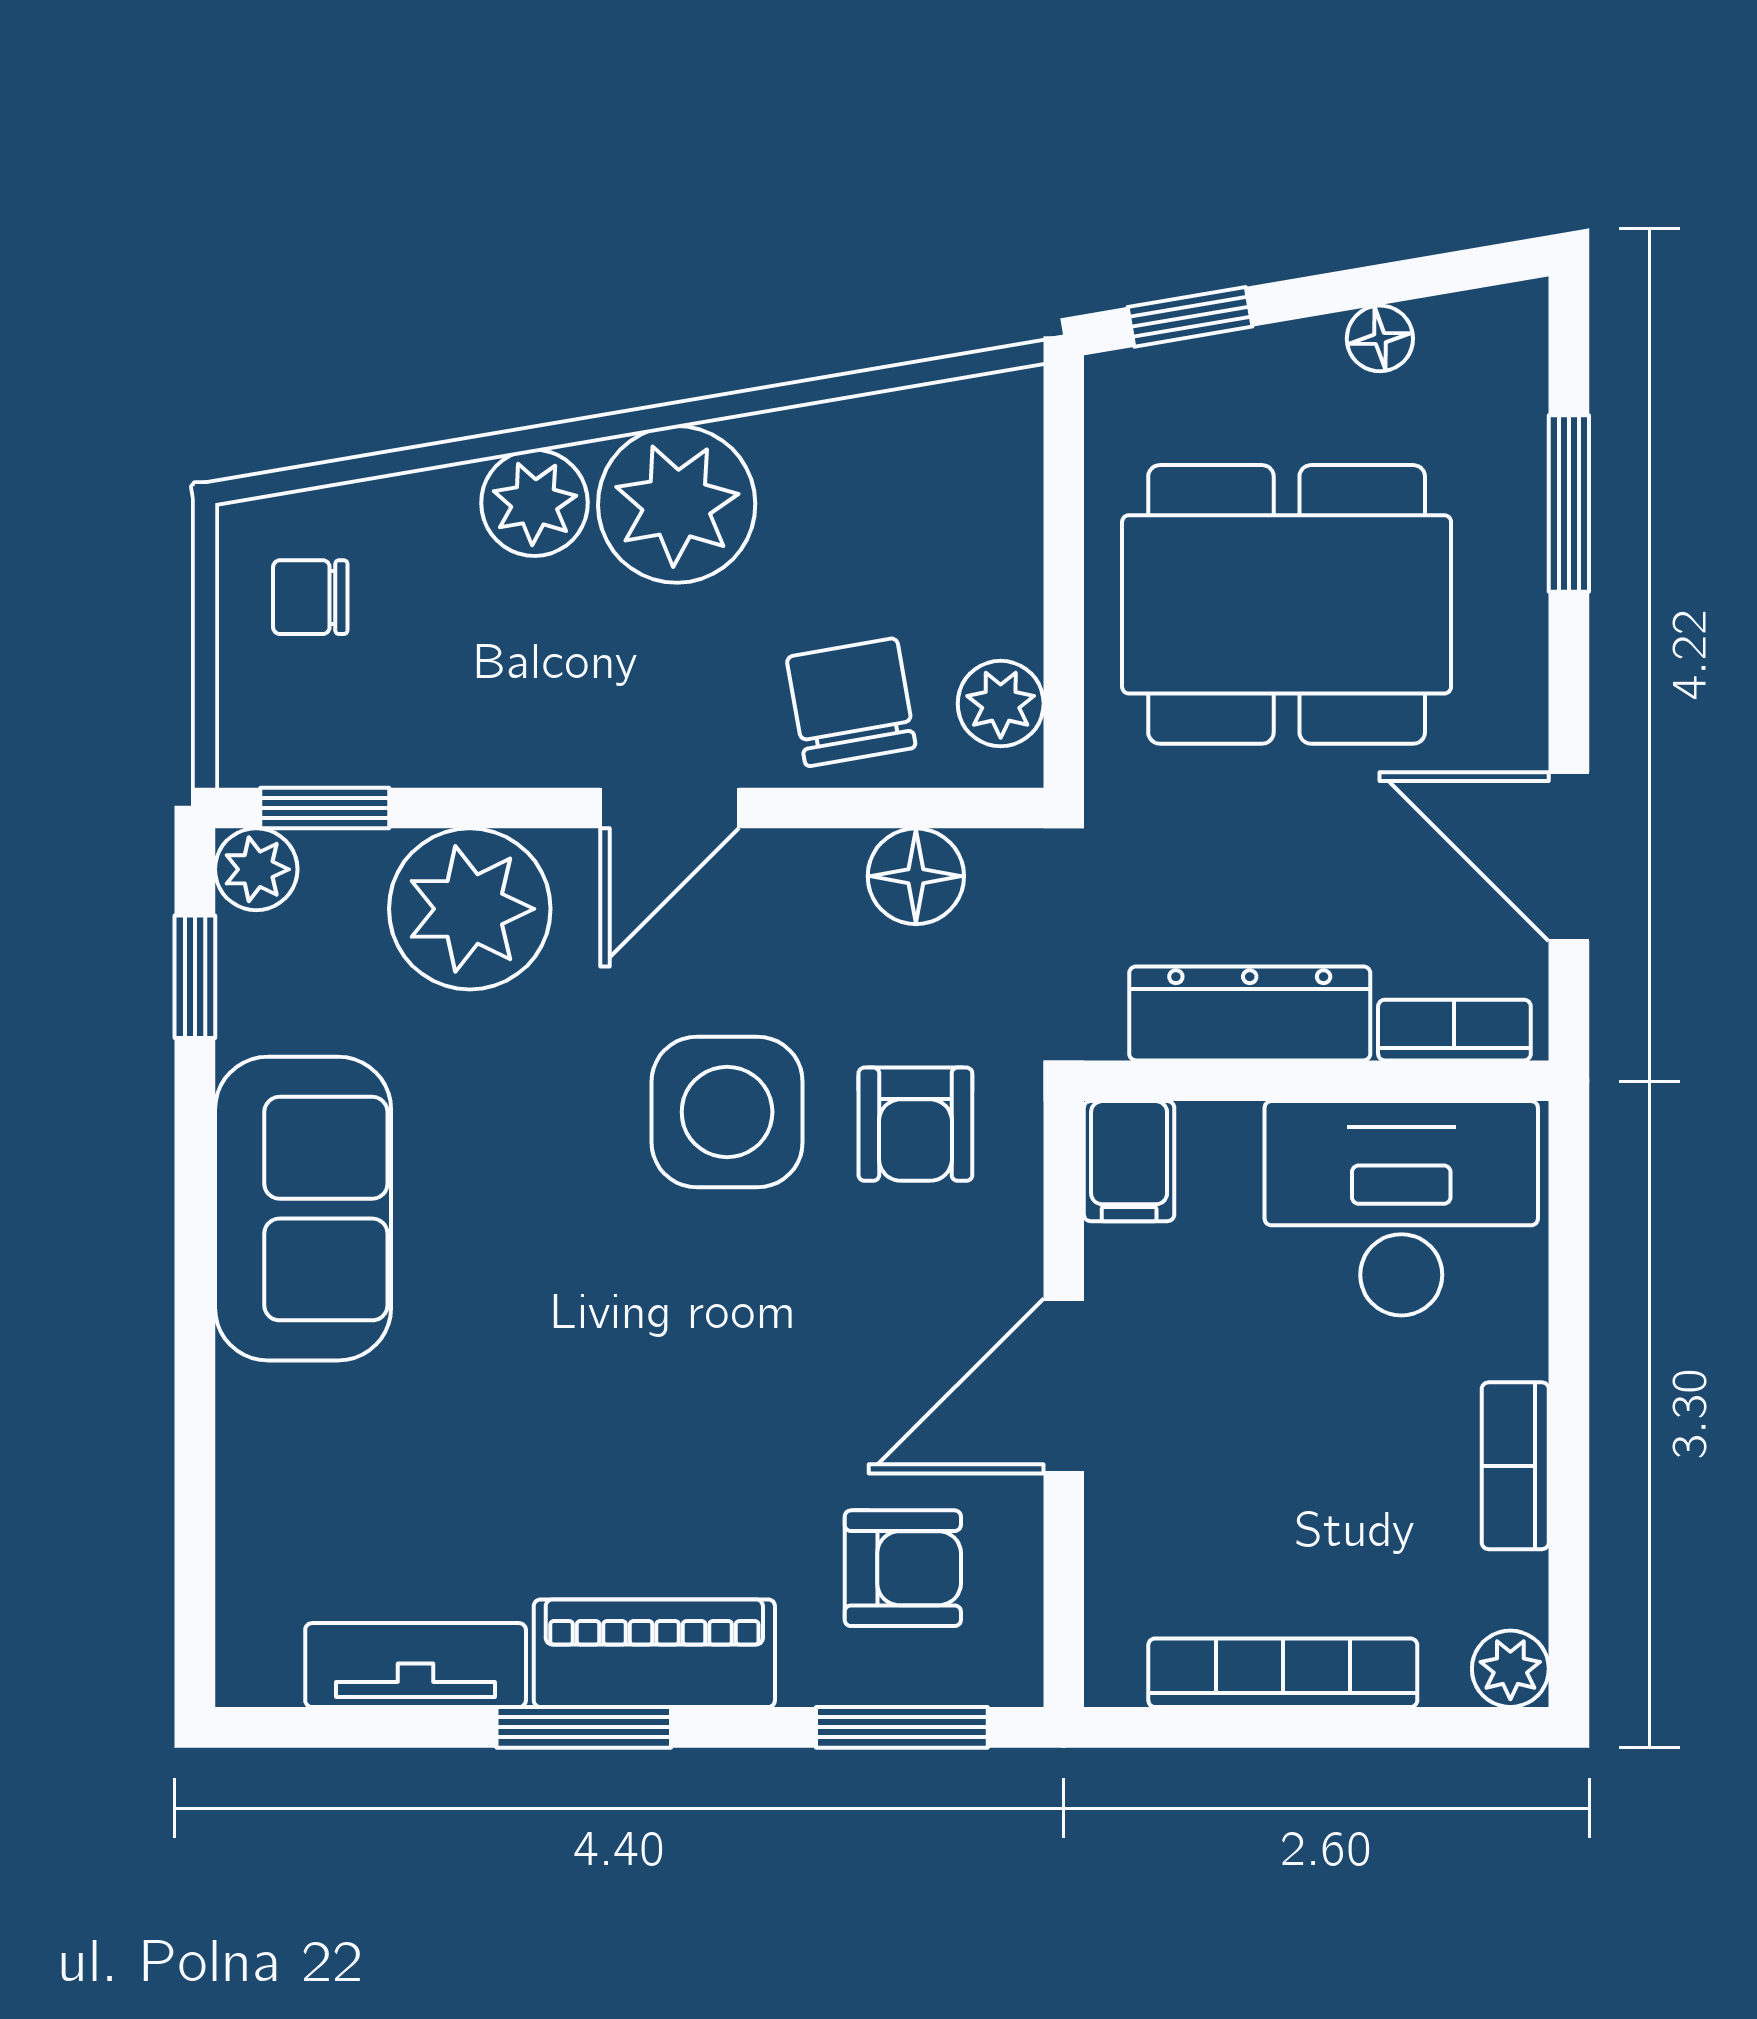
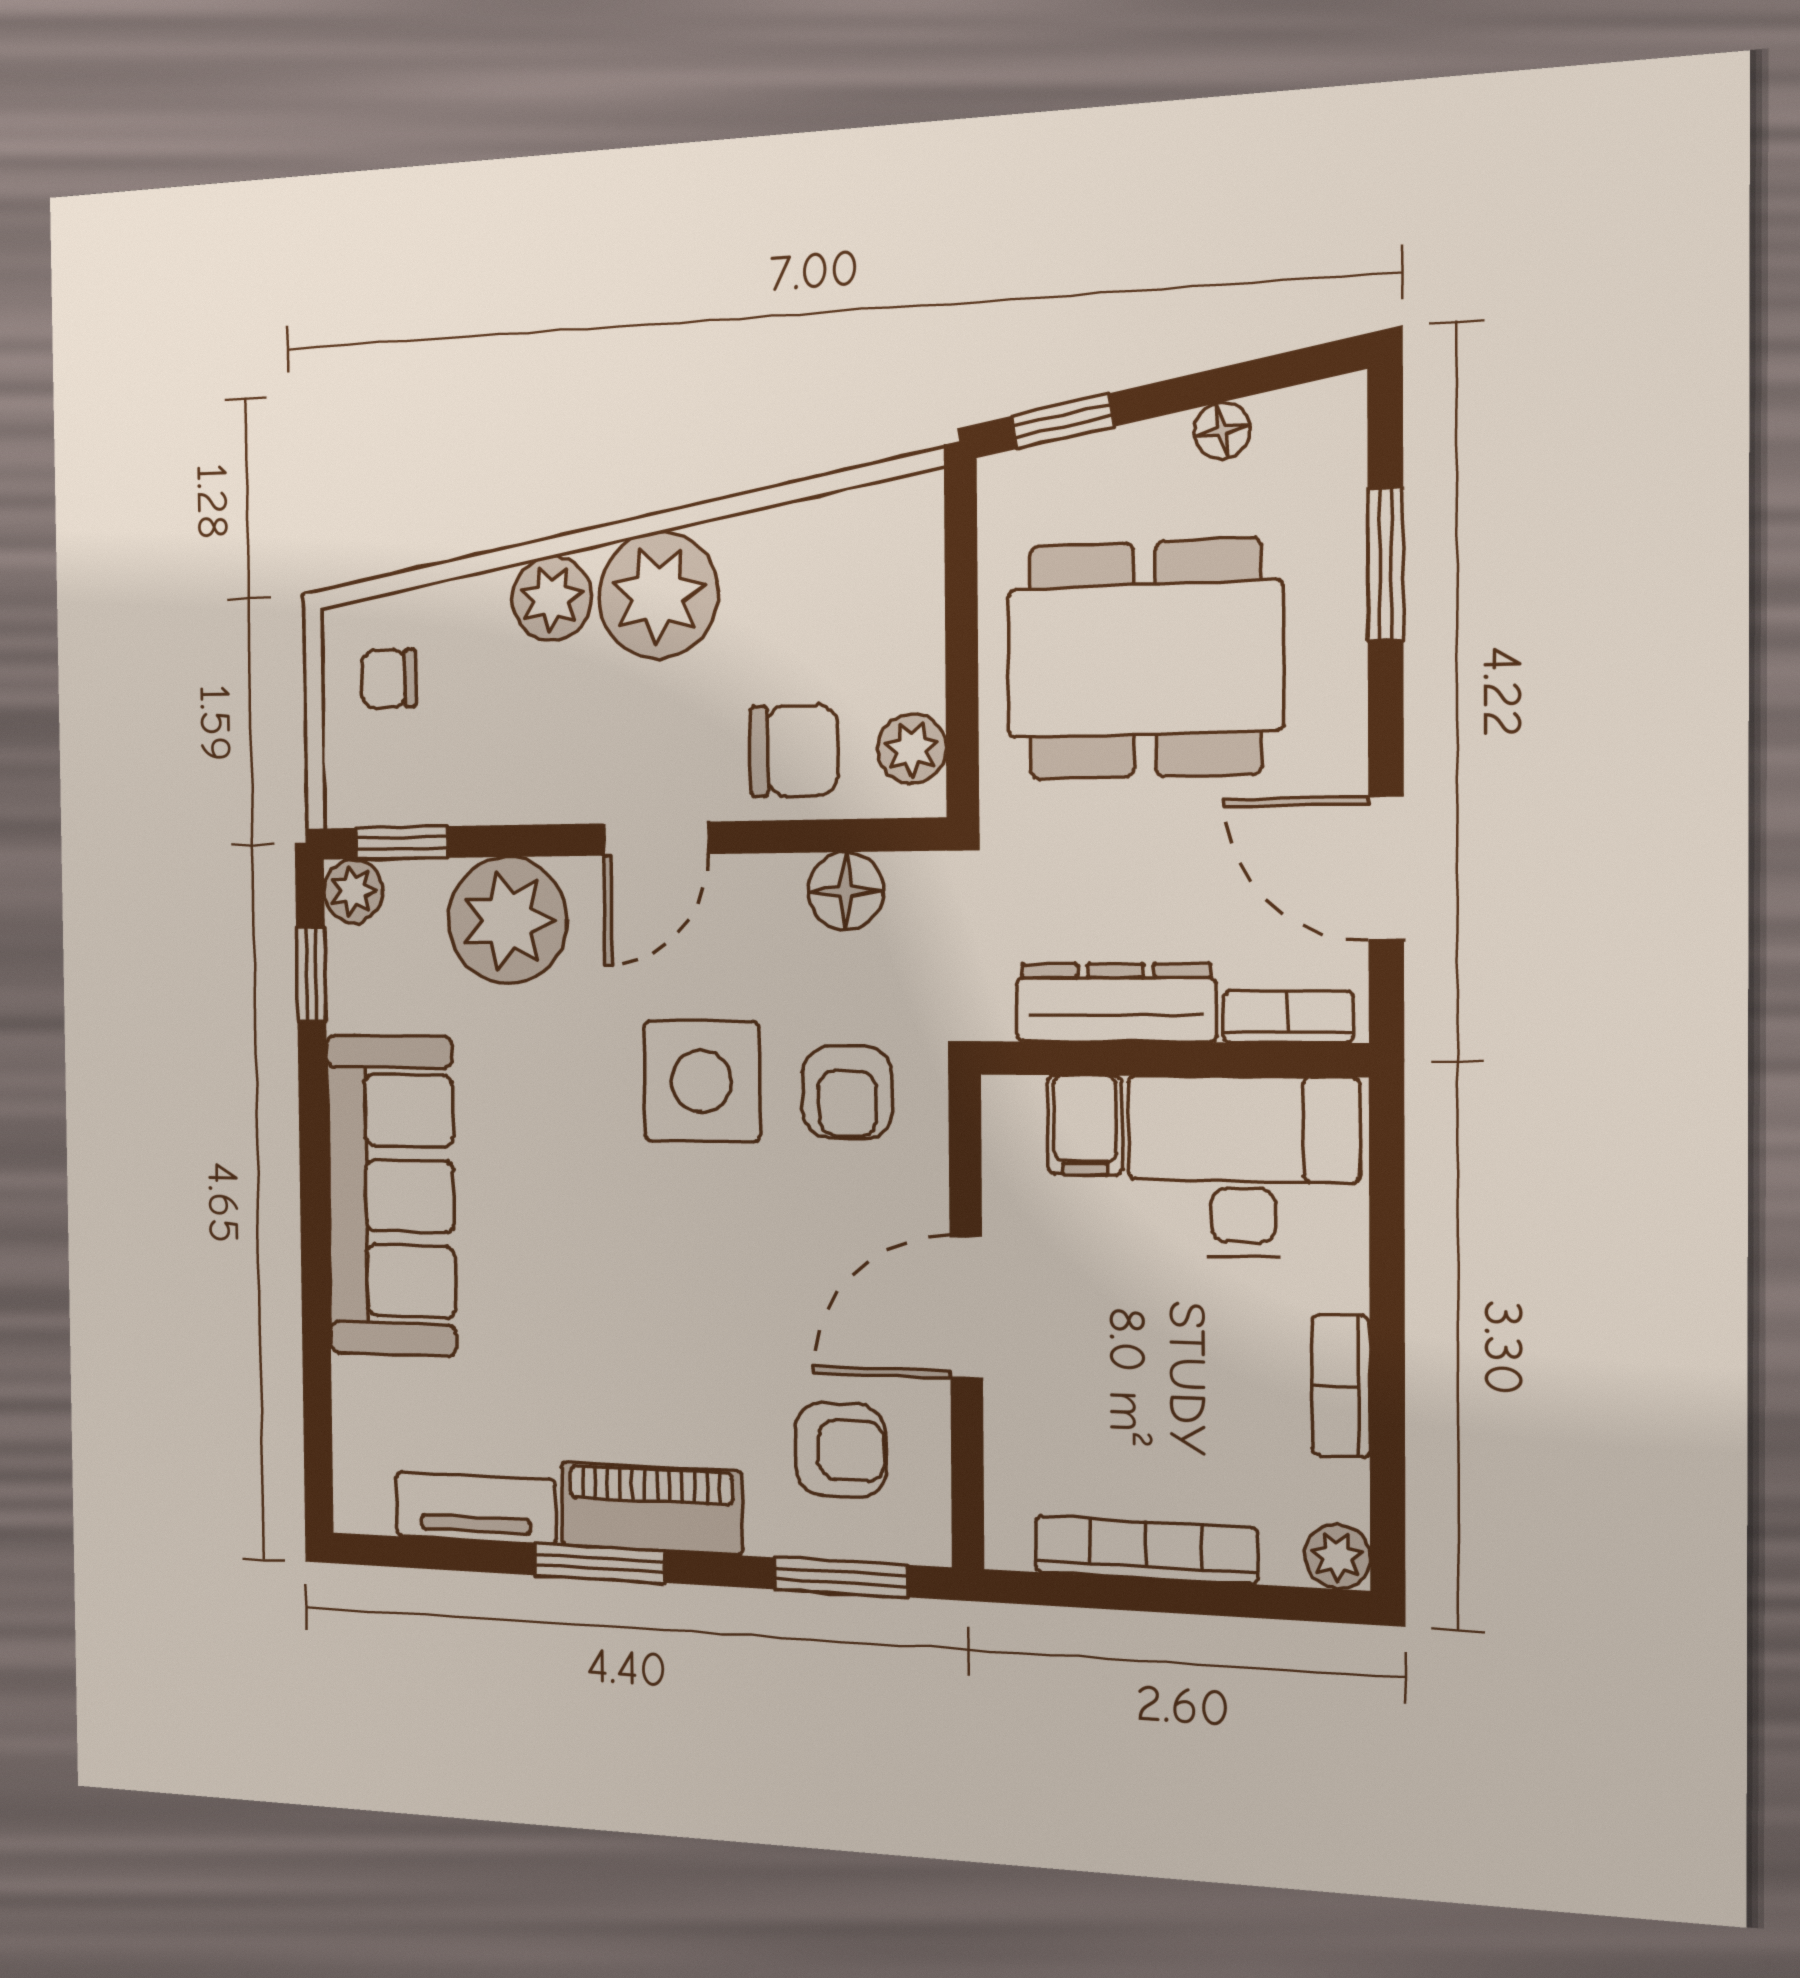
chair: (851, 702) -> (794, 751), turned 100
filing cabinet: (1129, 1161) -> (1085, 1125), moved
sofa: (303, 1209) -> (391, 1196), width x1.36

